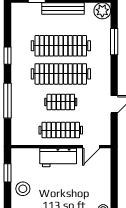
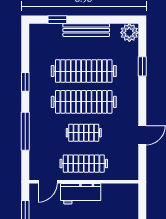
window: (114, 42) -> (142, 66), width x0.67
door: (91, 147) -> (48, 182), moved

